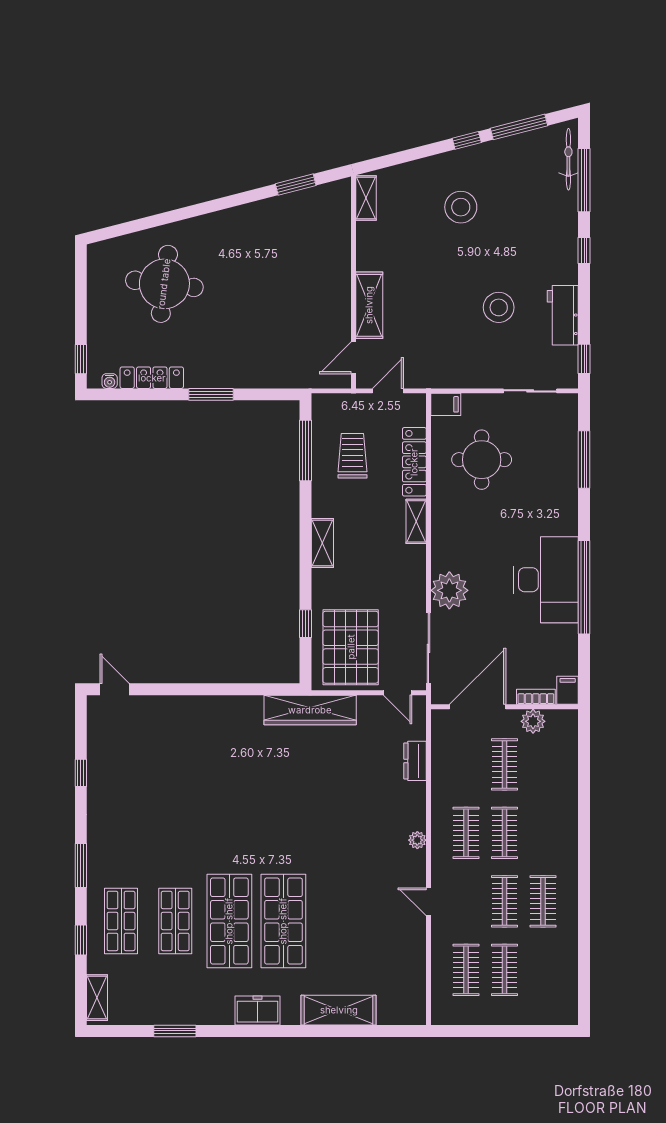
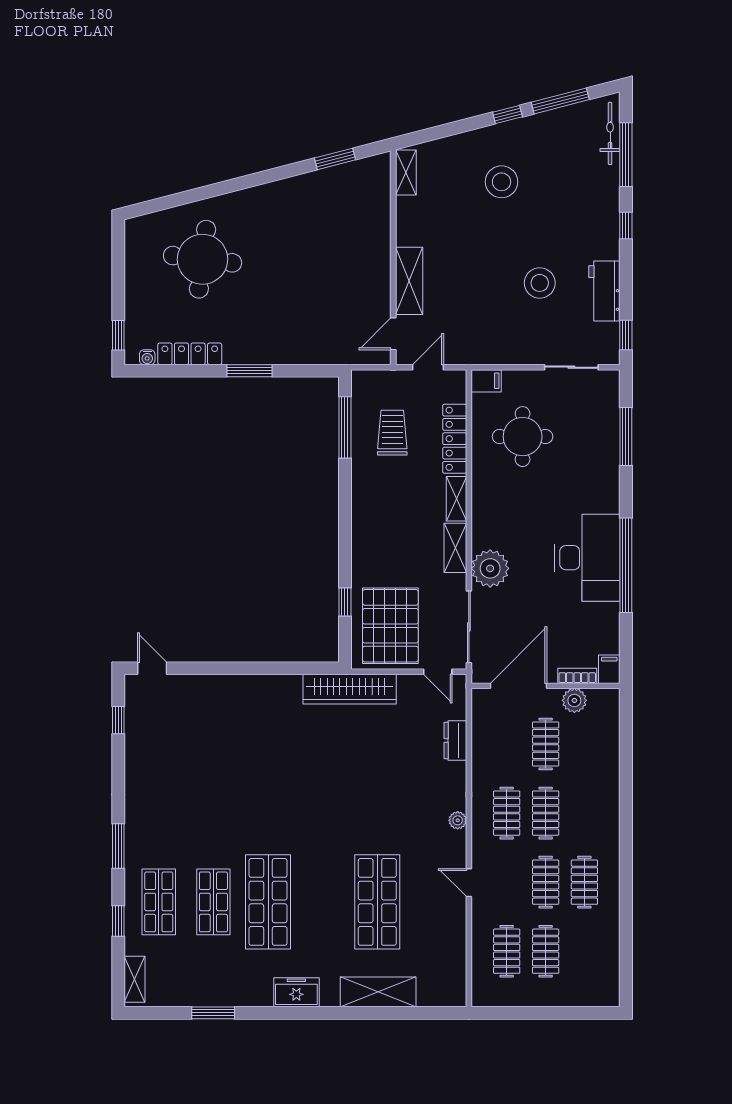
shelving: (322, 543) -> (455, 548), moved
window: (81, 773) -> (118, 720), moved
shop shelf: (283, 921) -> (377, 902), moved

